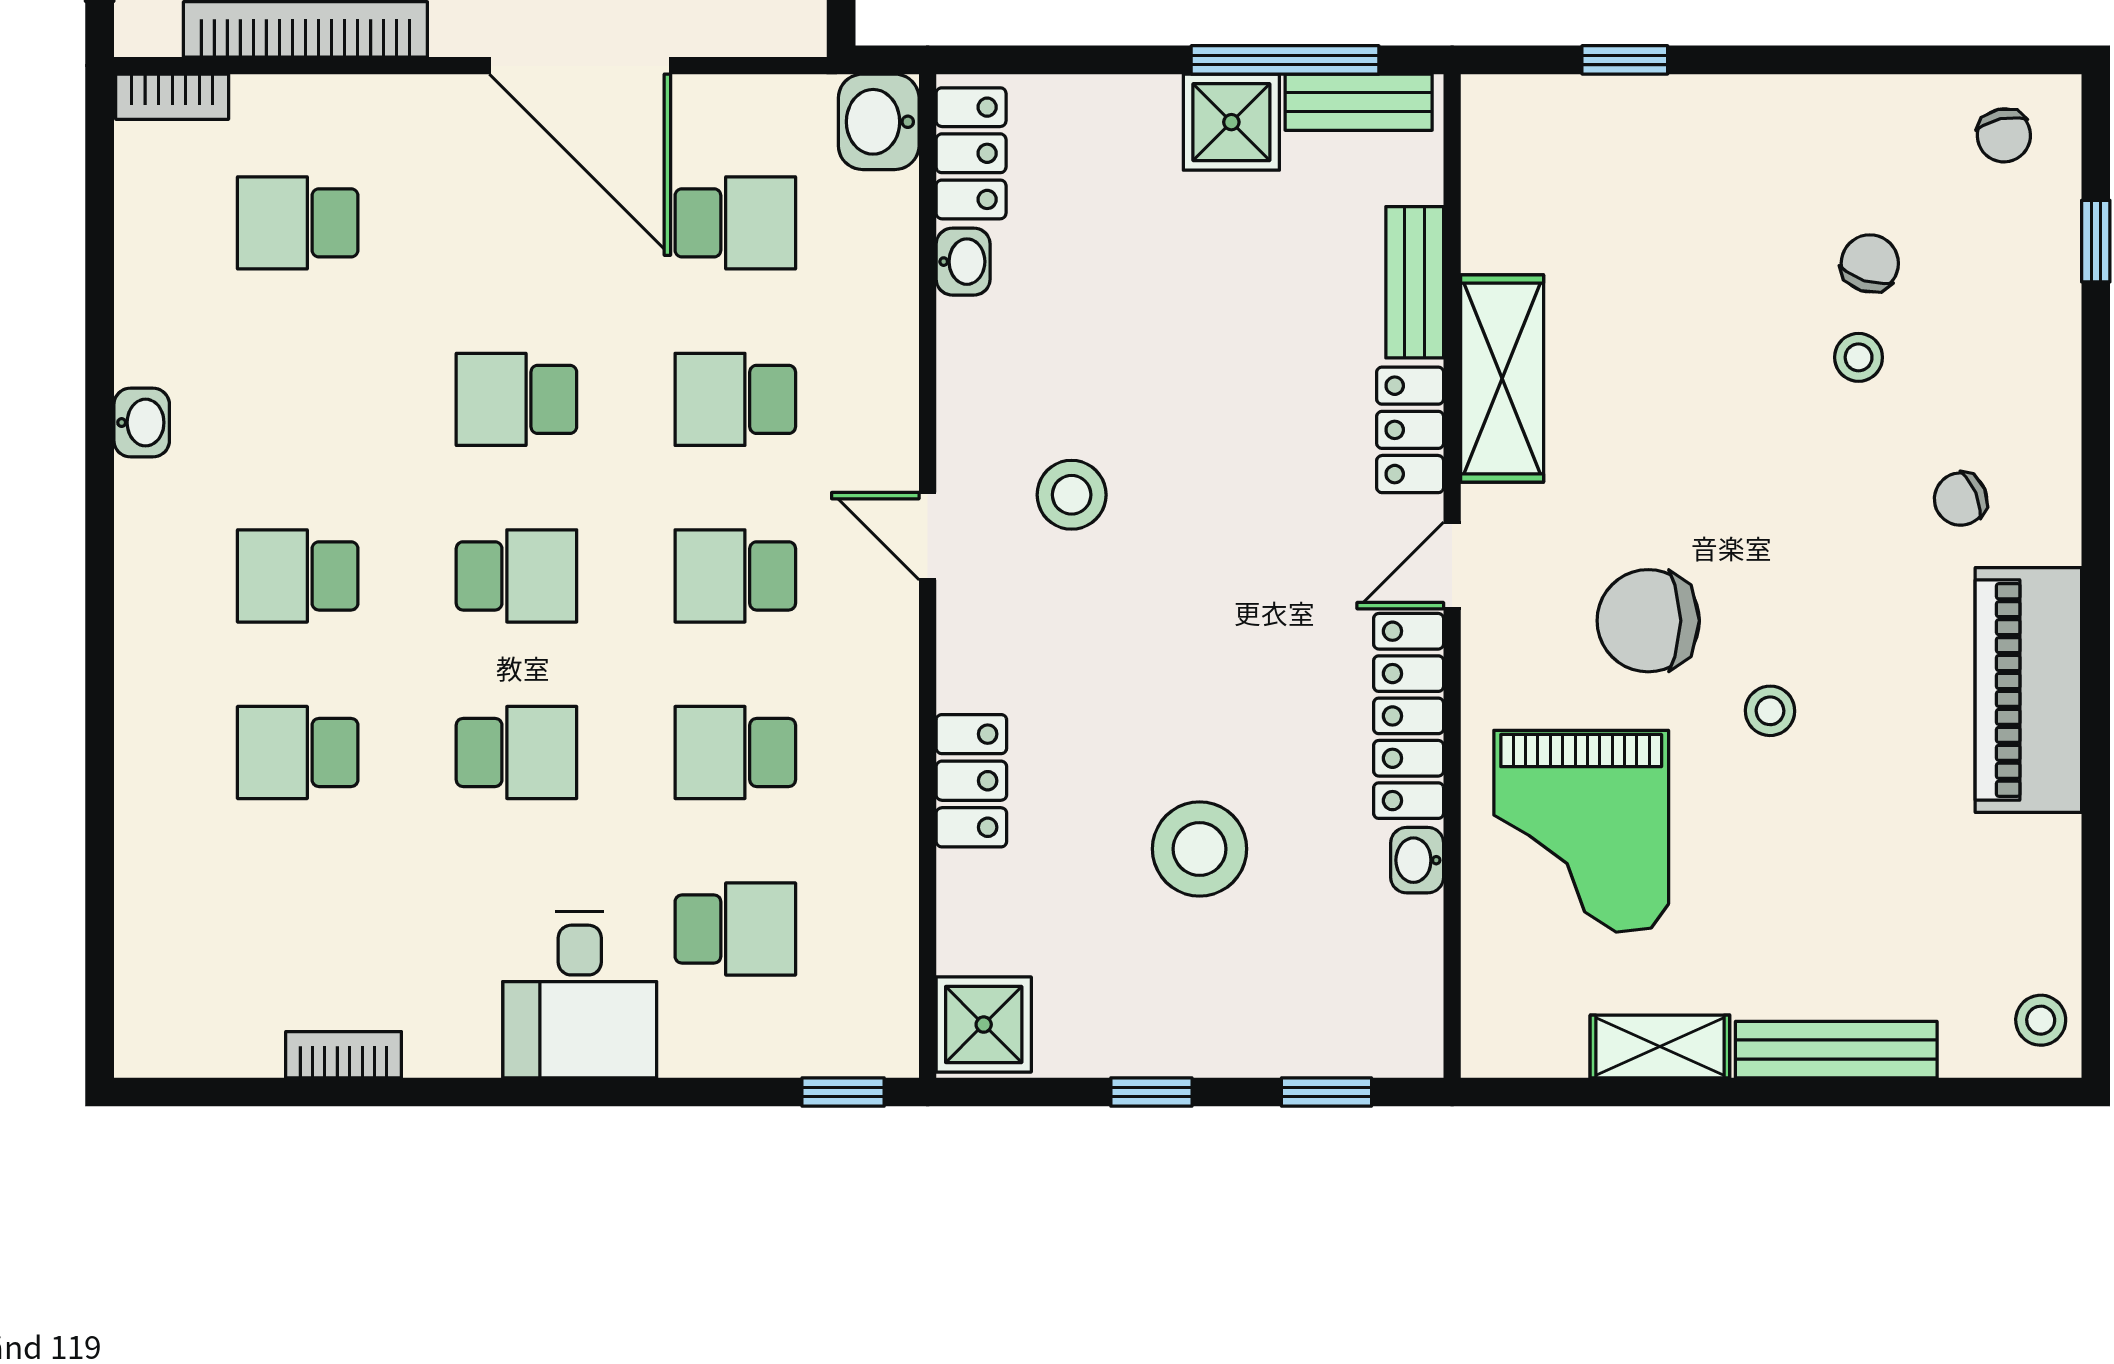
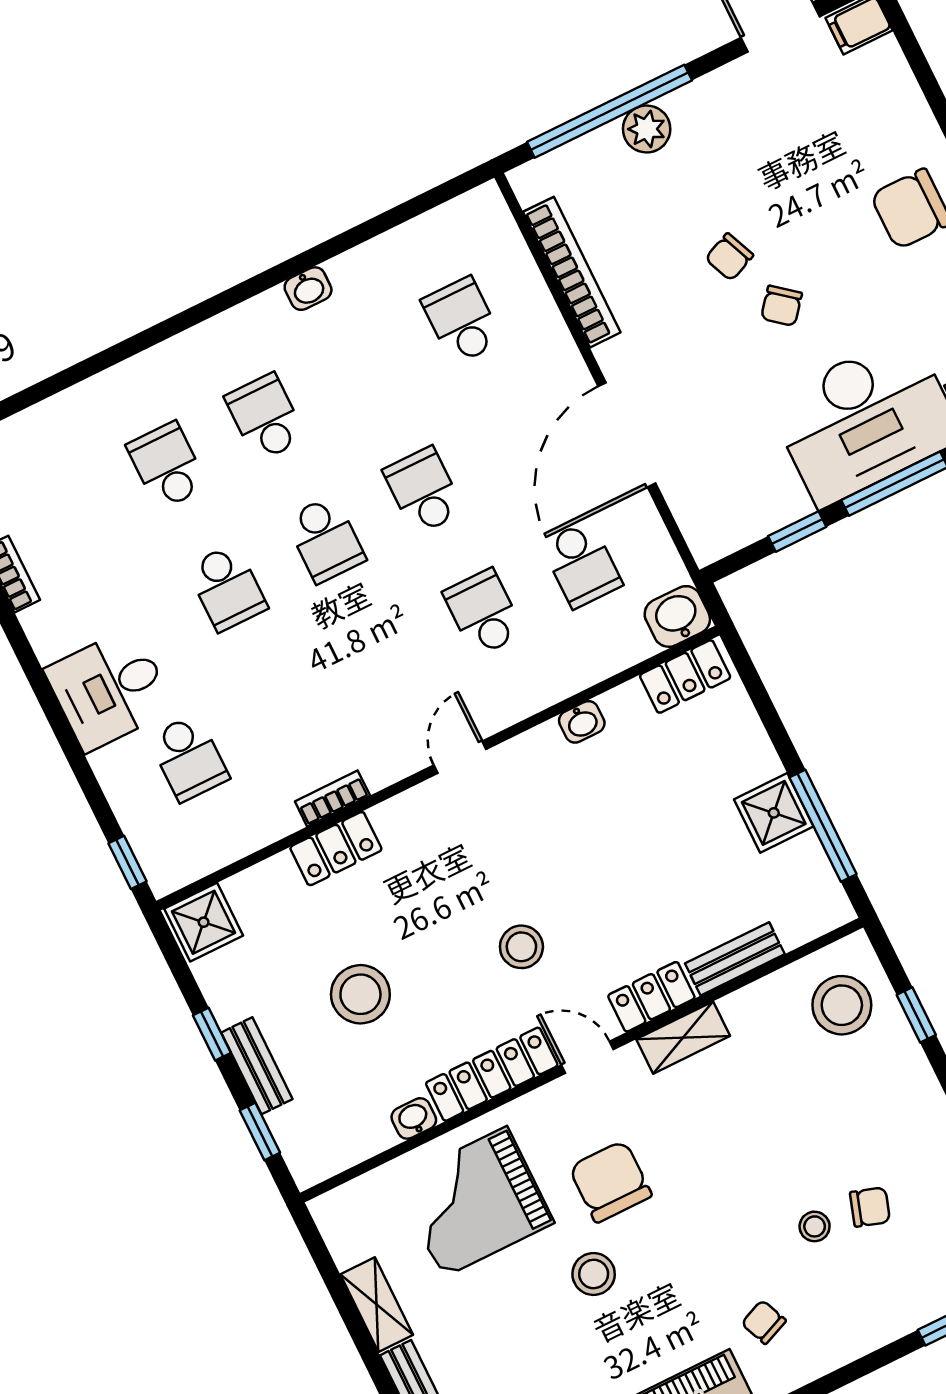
bookcase: (172, 97) -> (332, 798), moved, turned 90
bench: (1359, 102) -> (257, 1066), moved
stool: (1558, 161) -> (842, 1005), added
washbasin: (963, 262) -> (582, 722), moved
shelving: (1502, 378) -> (683, 1038), width x0.67, depth x0.75
stool: (1072, 495) -> (521, 947), moved
school desk: (735, 576) -> (385, 661), removed
stool: (1770, 711) -> (594, 1274), width x1.37, depth x1.37
school desk: (735, 752) -> (287, 709), removed

